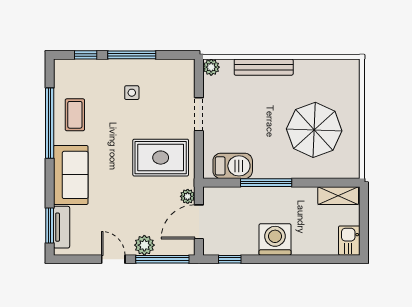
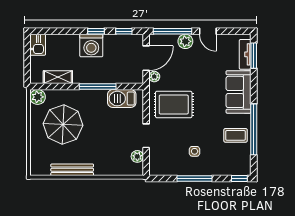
window: (86, 55) -> (239, 179), moved
plant: (211, 67) -> (137, 156), moved
bench: (264, 67) -> (72, 170), moved
coffee table: (75, 115) -> (236, 135), turned 90
plant: (349, 168) -> (38, 97), added
shelving: (338, 196) -> (58, 77), moved
window: (268, 259) -> (96, 31), added

